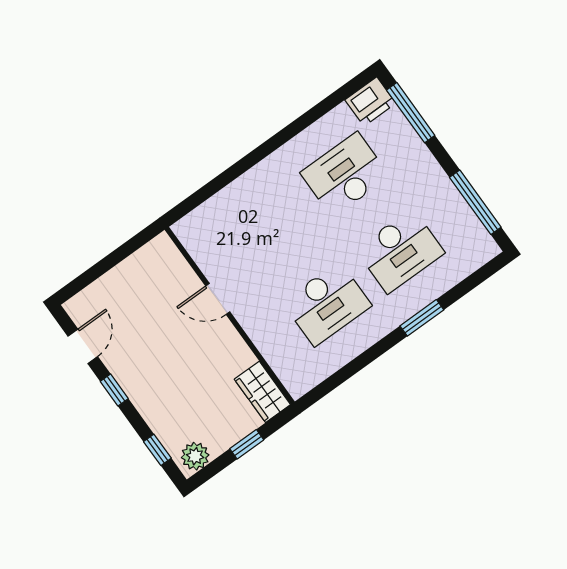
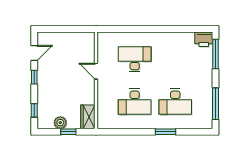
desk: (345, 175) -> (135, 59), moved
plant: (195, 456) -> (60, 123), moved

